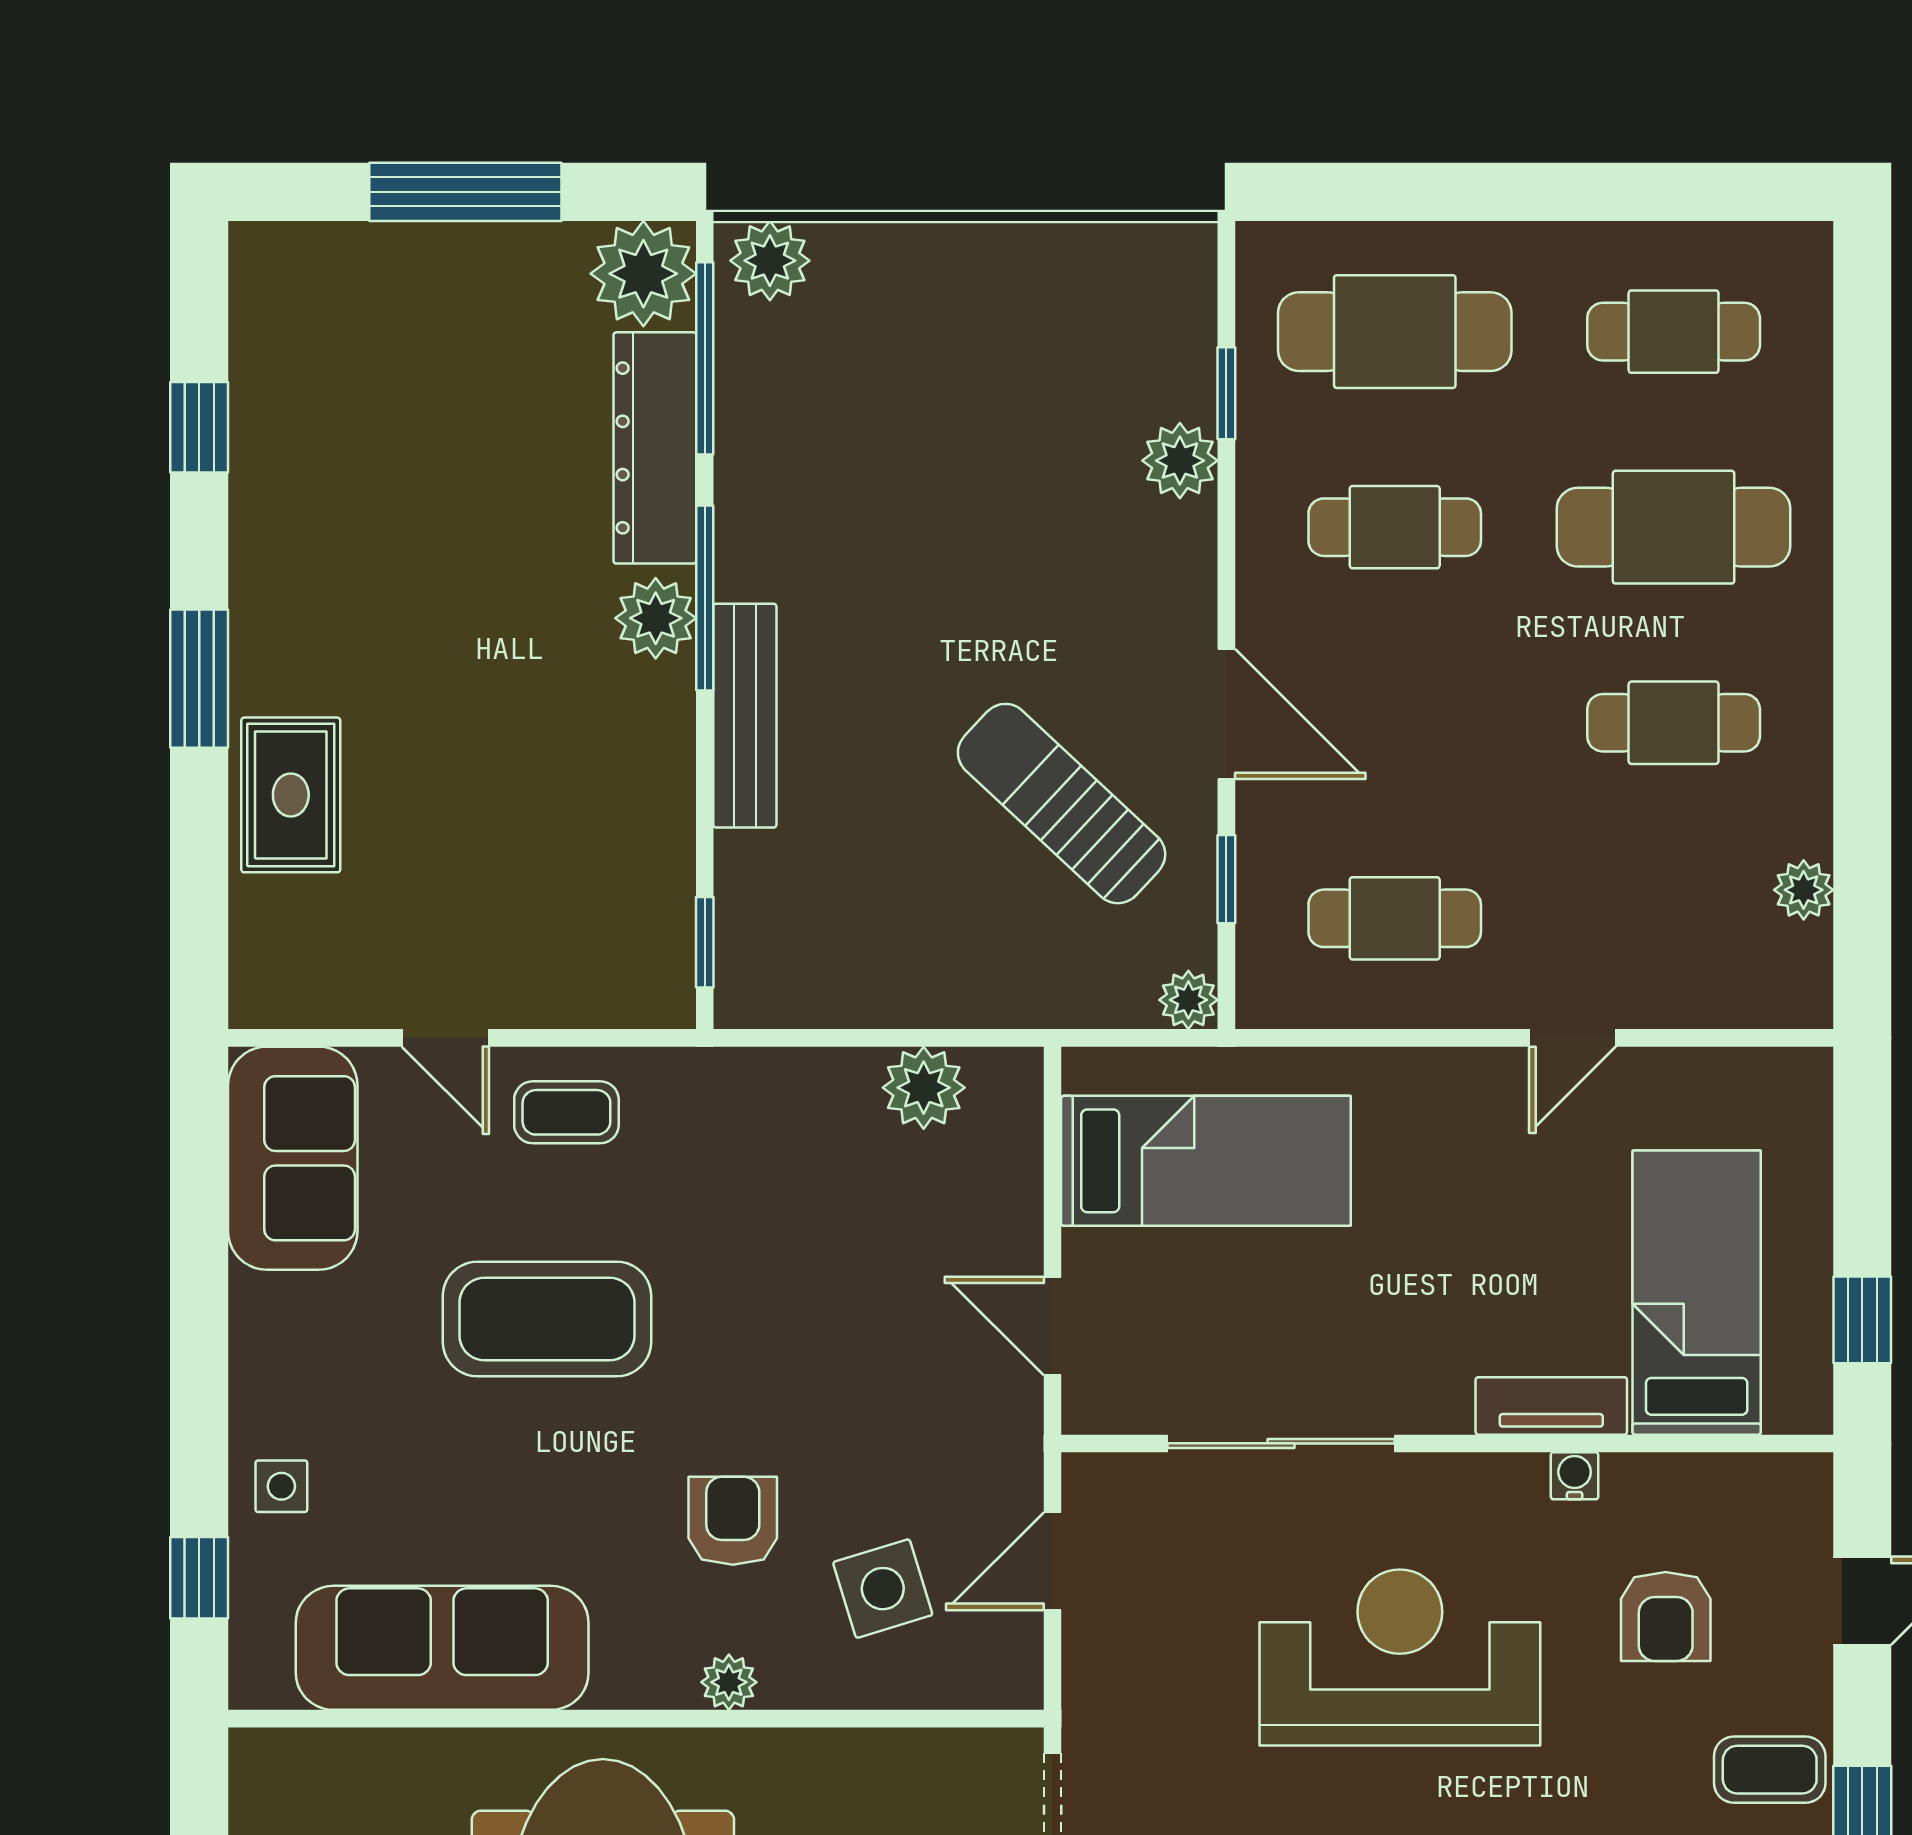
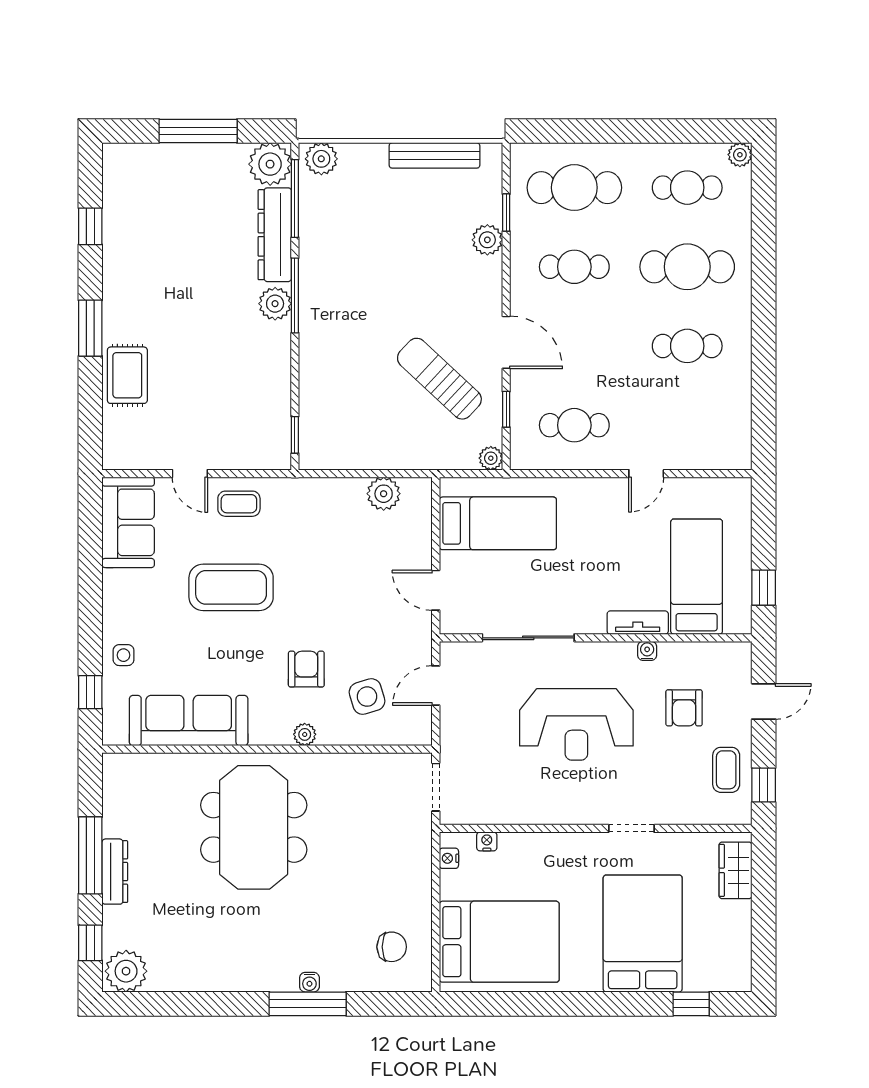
bench: (745, 716) -> (434, 155), moved, turned 90
plant: (1804, 890) -> (740, 155), moved
reception desk: (1400, 1658) -> (576, 724), turned 180
coffee table: (1770, 1770) -> (726, 770), turned 90

